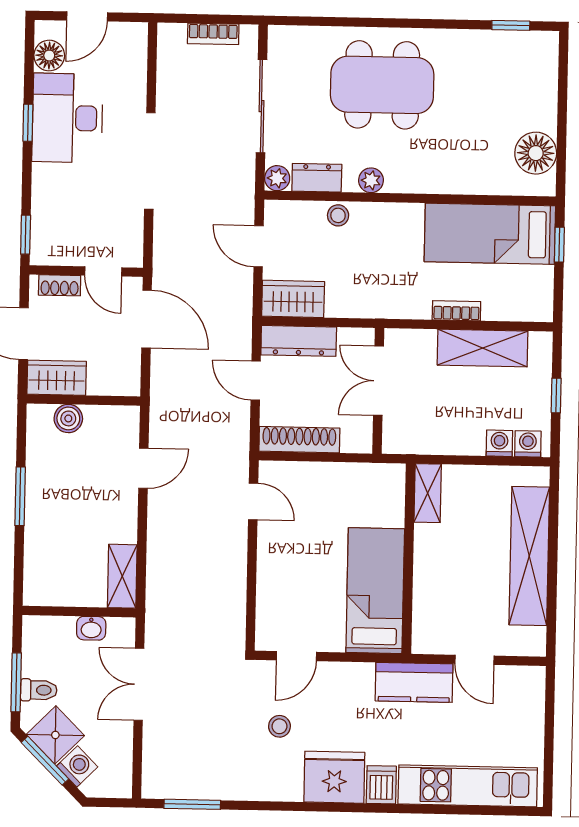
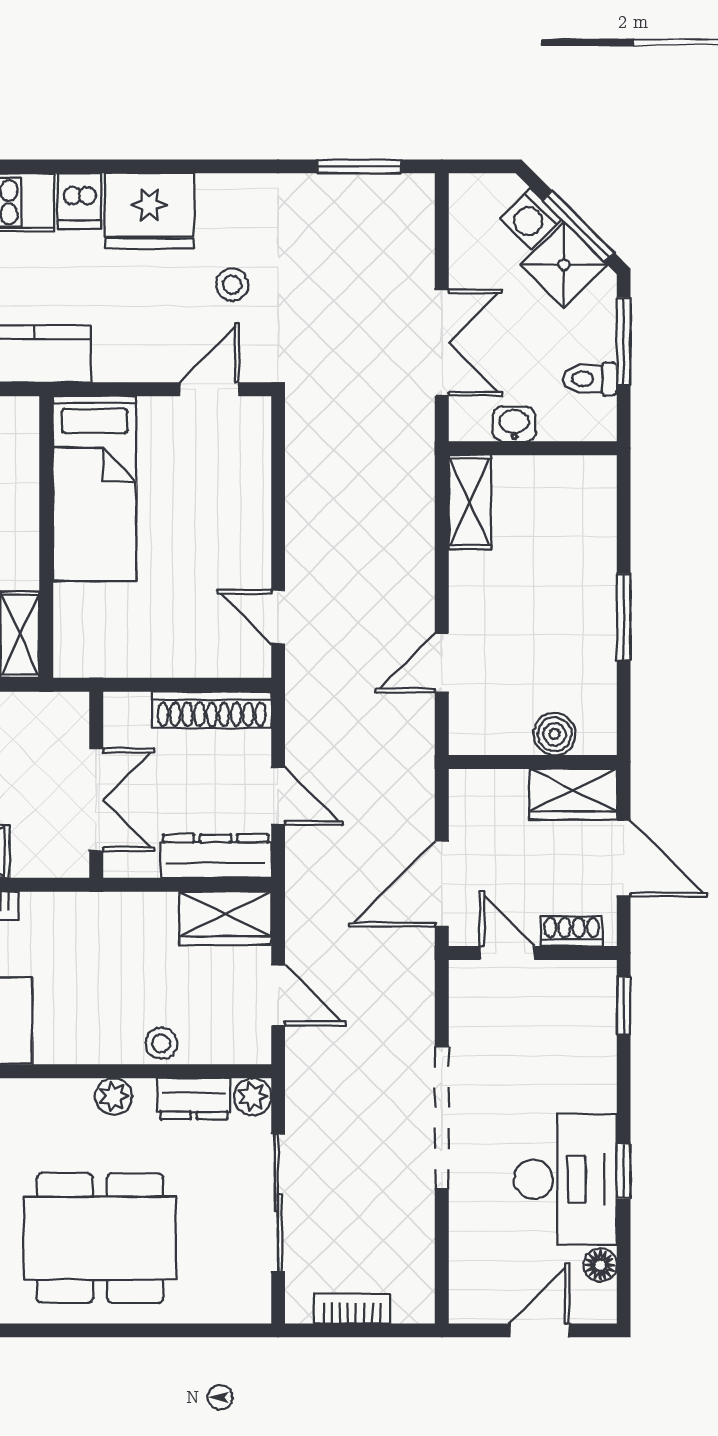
floor lamp: (49, 56) -> (600, 1265), width x0.73, depth x0.73
door: (147, 319) -> (442, 884), hinge flipped
toilet: (39, 690) -> (590, 379), moved

